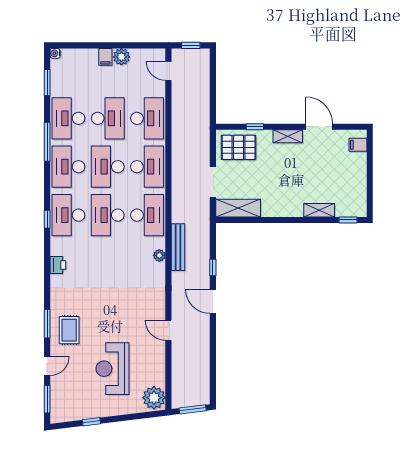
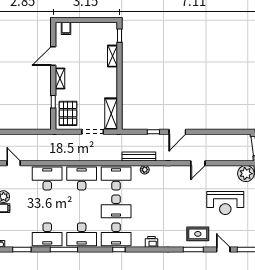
door: (168, 71) -> (14, 163), swing flipped
desk: (108, 118) -> (47, 206), removed
desk: (108, 167) -> (82, 206), removed

